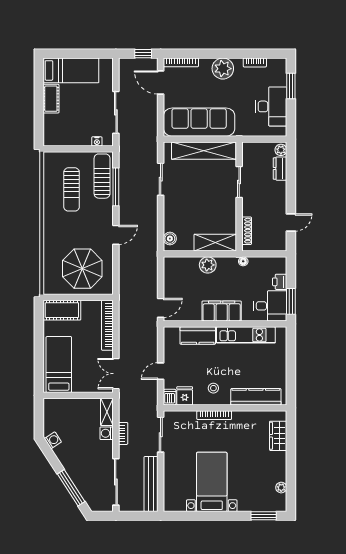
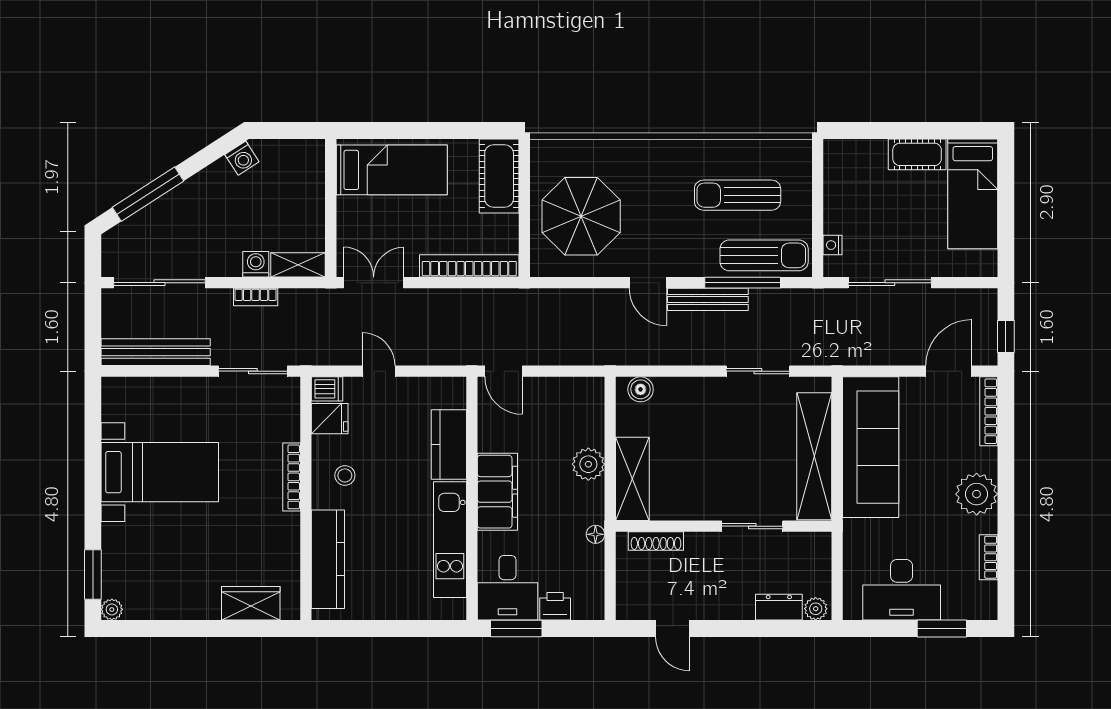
bench: (124, 204) -> (708, 299), added
plant: (281, 488) -> (112, 609), moved

